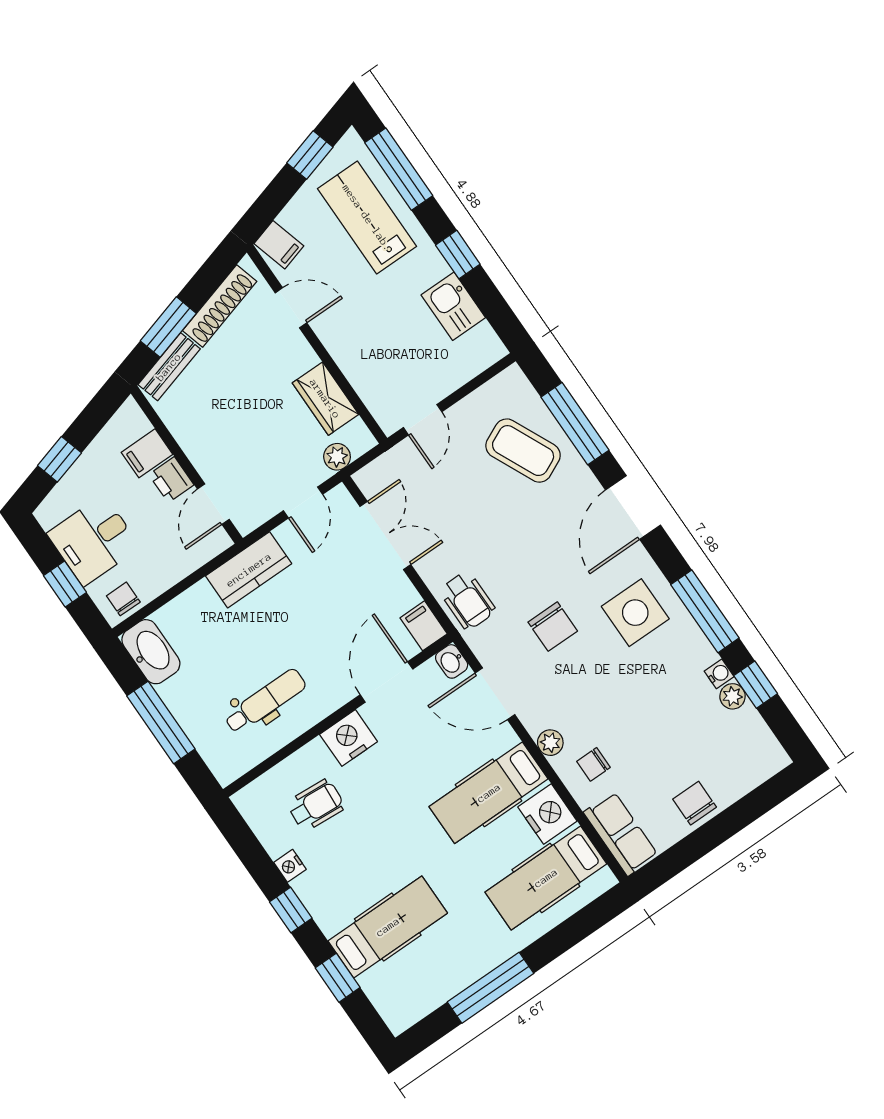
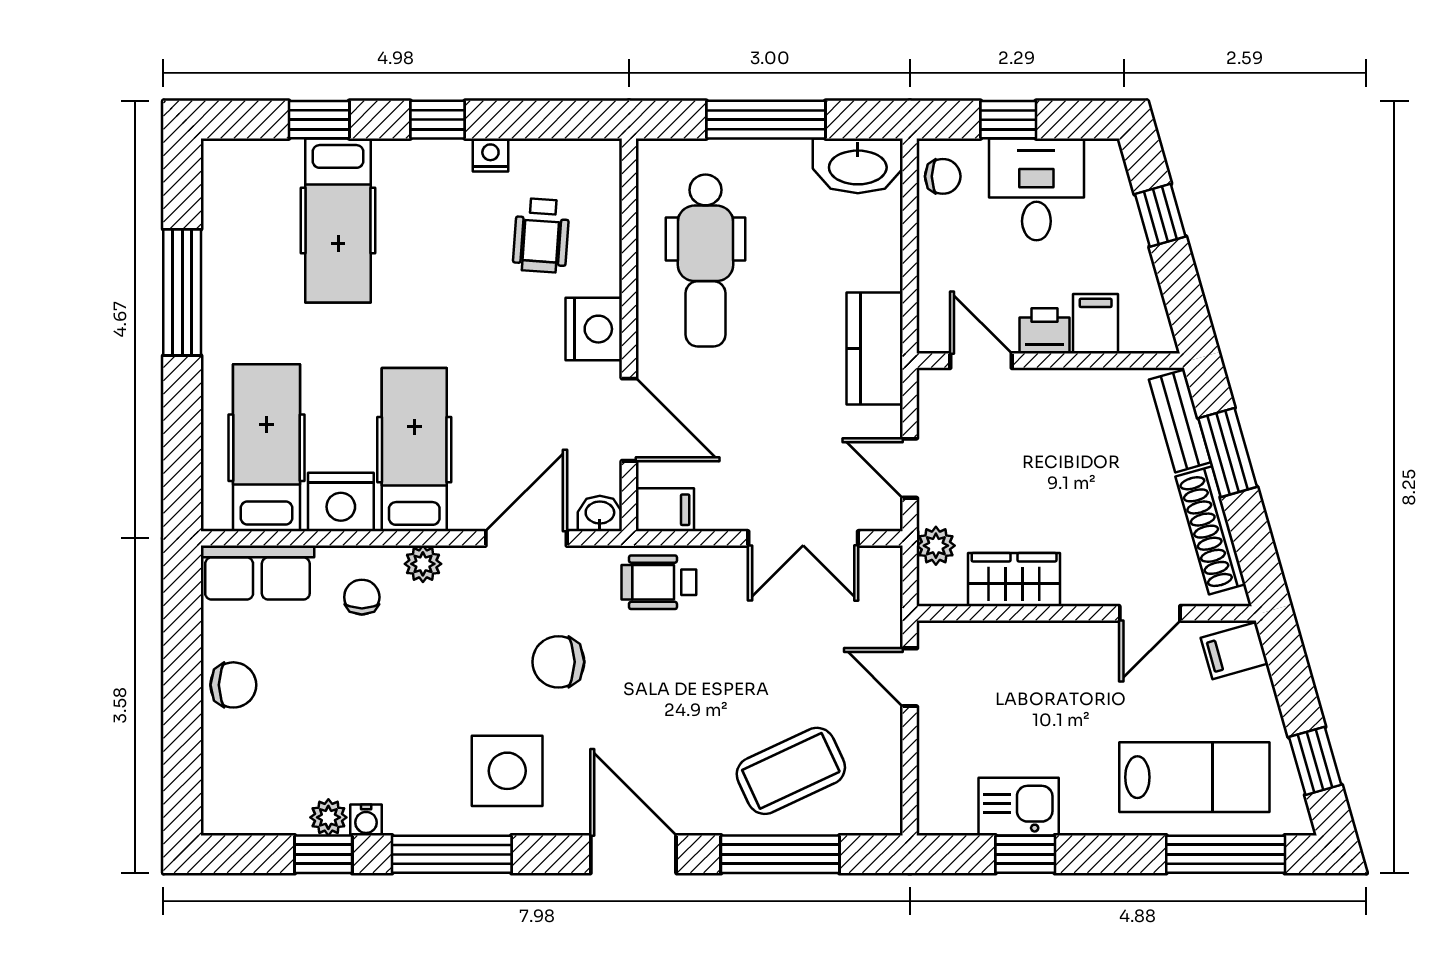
window: (458, 255) -> (1025, 854), moved
dental chair: (265, 701) -> (705, 261), width x1.36, depth x1.38

